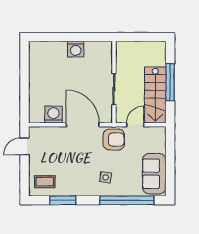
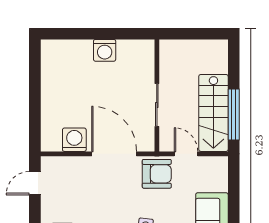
window: (170, 82) -> (234, 114), moved
door: (135, 125) -> (186, 154), hinge flipped

